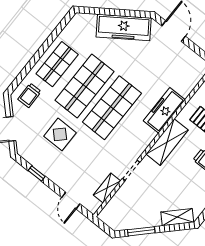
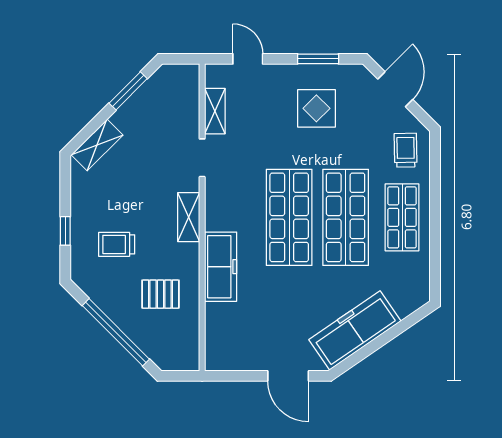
display table: (60, 134) -> (316, 108), moved
shelving: (167, 142) -> (189, 217), width x0.67, depth x0.75
window: (37, 173) -> (318, 59), width x1.50

